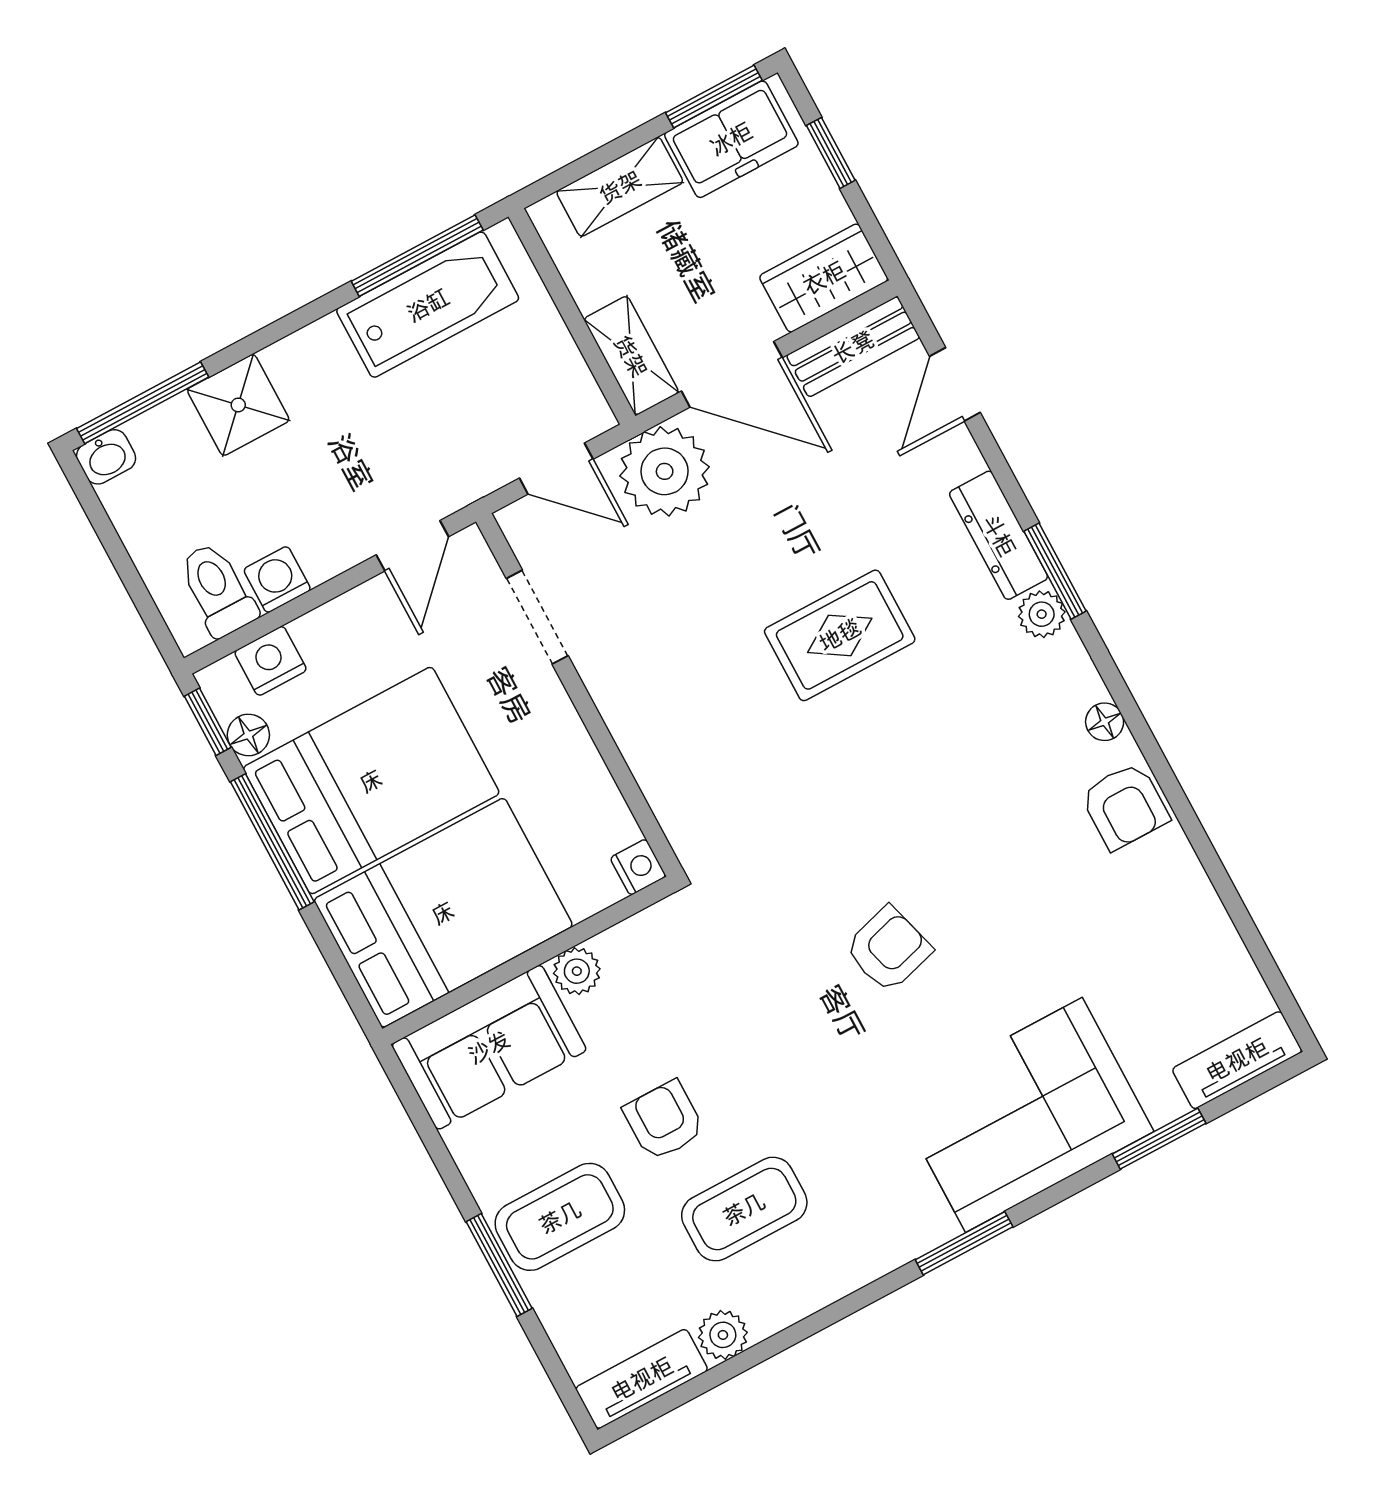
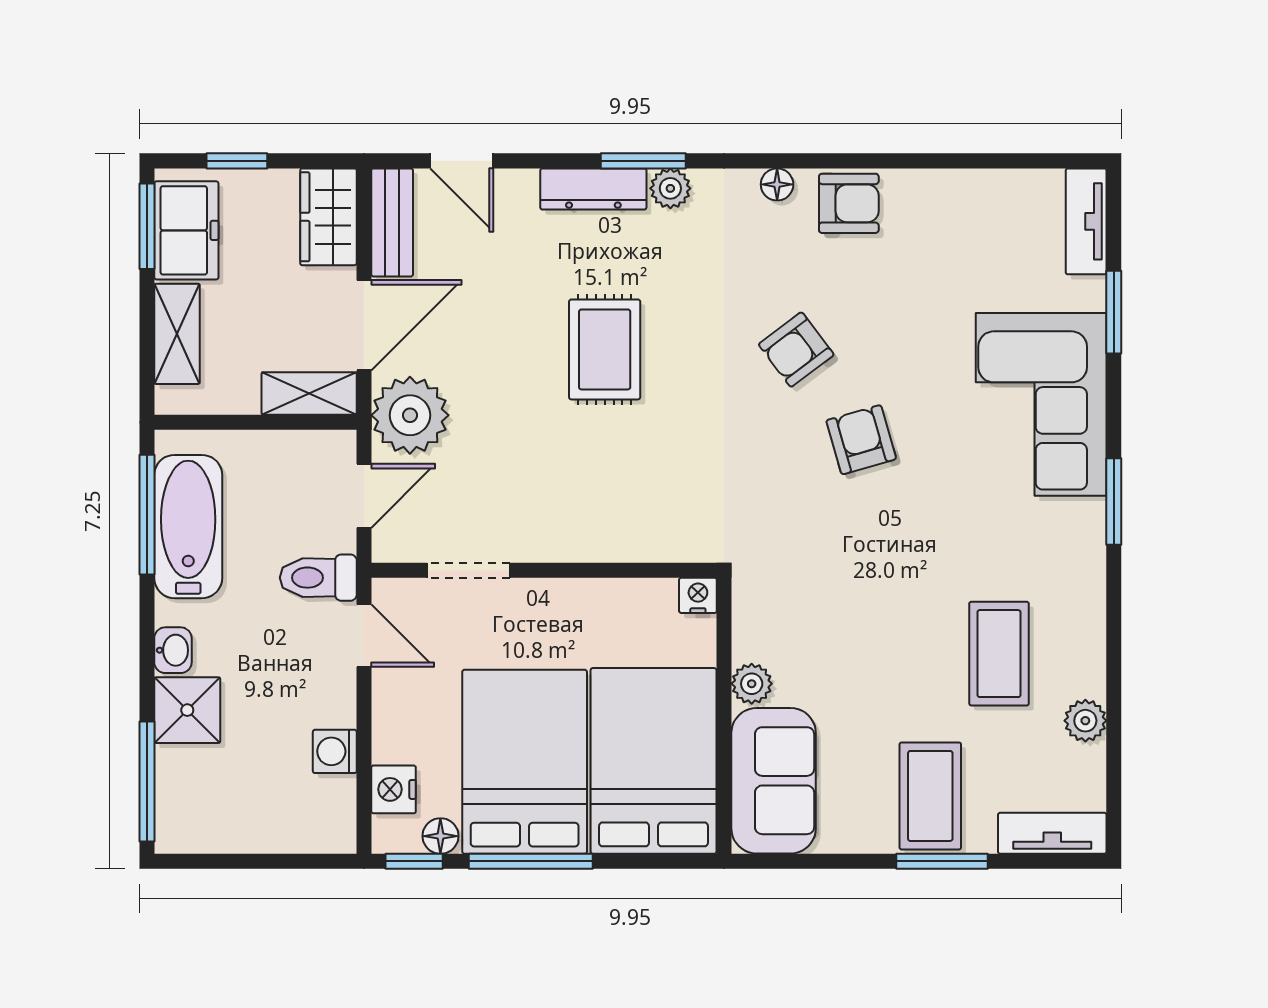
washbasin: (106, 457) -> (173, 650), moved
toilet: (217, 590) -> (318, 578), moved
armchair: (664, 1120) -> (796, 350), moved, turned -37
tv unit: (642, 1379) -> (1052, 833), moved, turned 90

